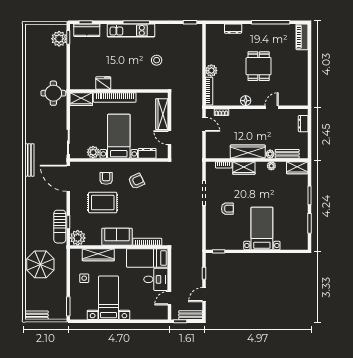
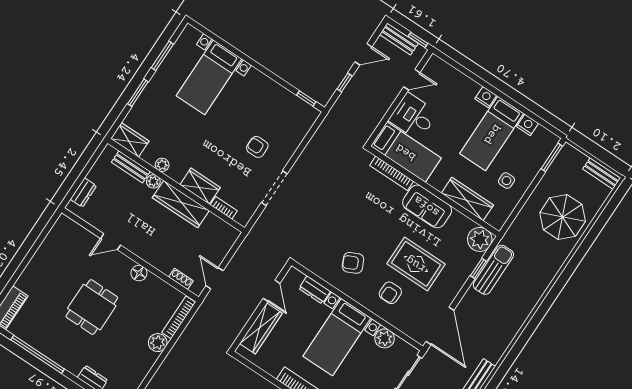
bed with nightstands: (262, 228) -> (209, 77), moved
parasol: (40, 264) -> (563, 217), moved

